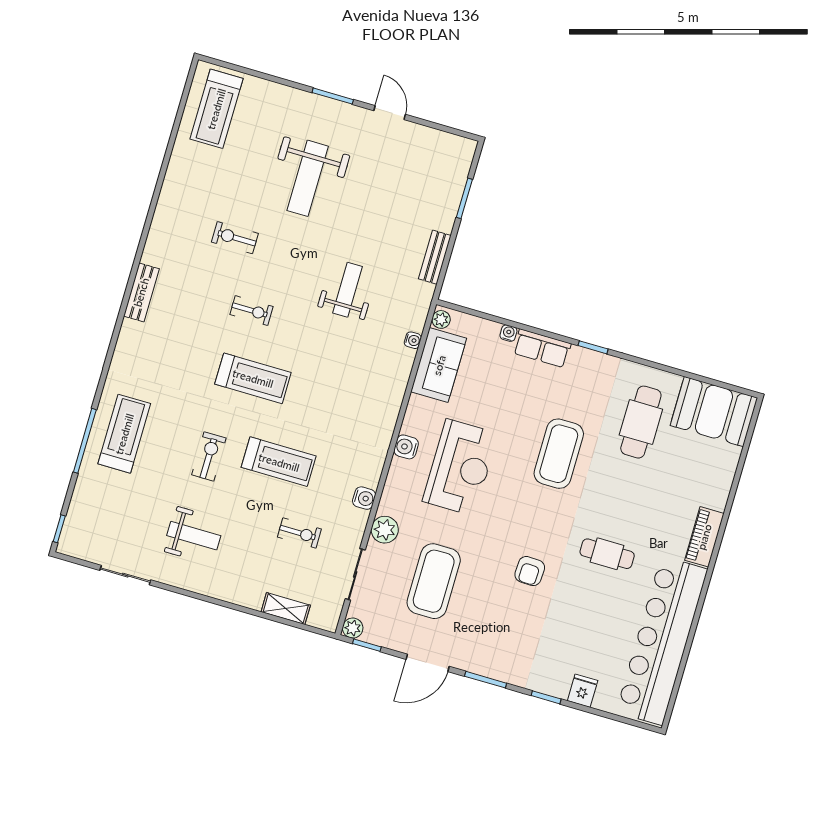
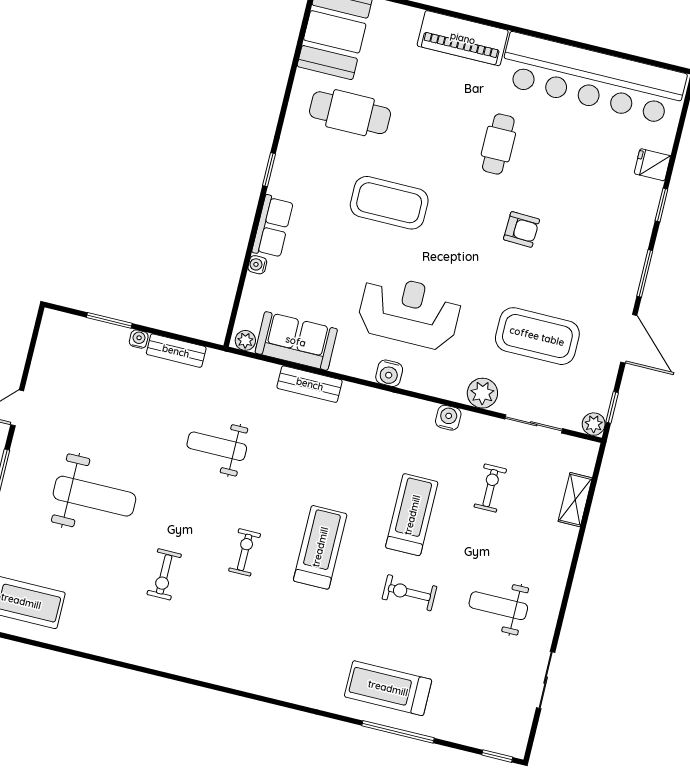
bench: (141, 292) -> (310, 384), moved
water cooler: (413, 340) -> (139, 339), moved
weight bench: (194, 536) -> (498, 606), turned -90
piano: (704, 537) -> (463, 38), width x1.37, depth x1.33

